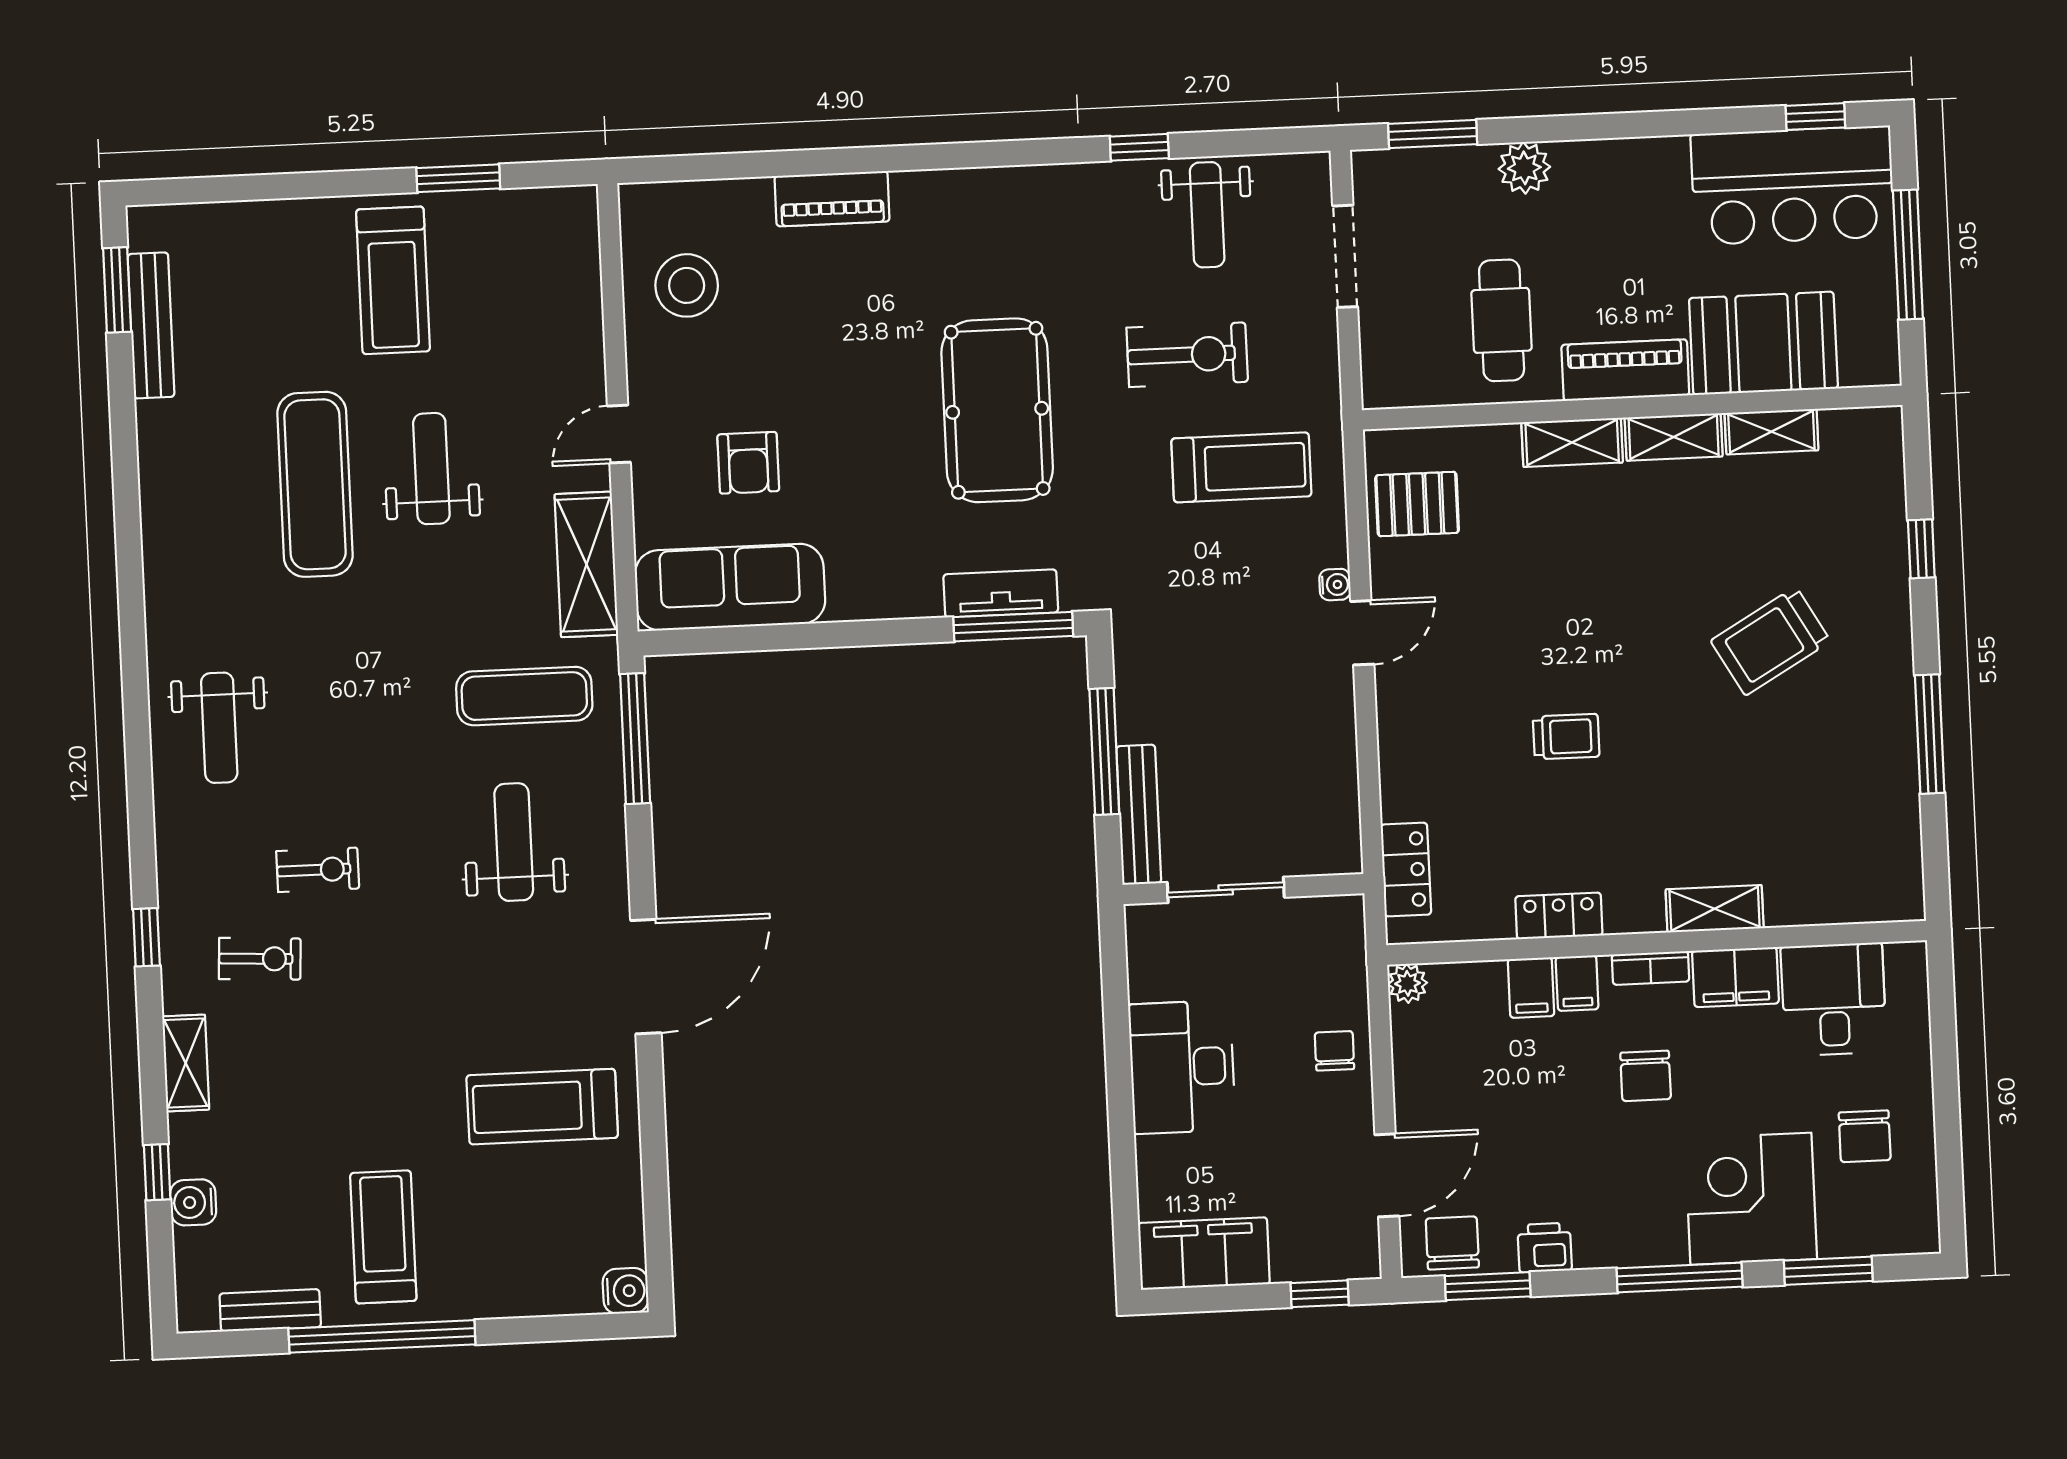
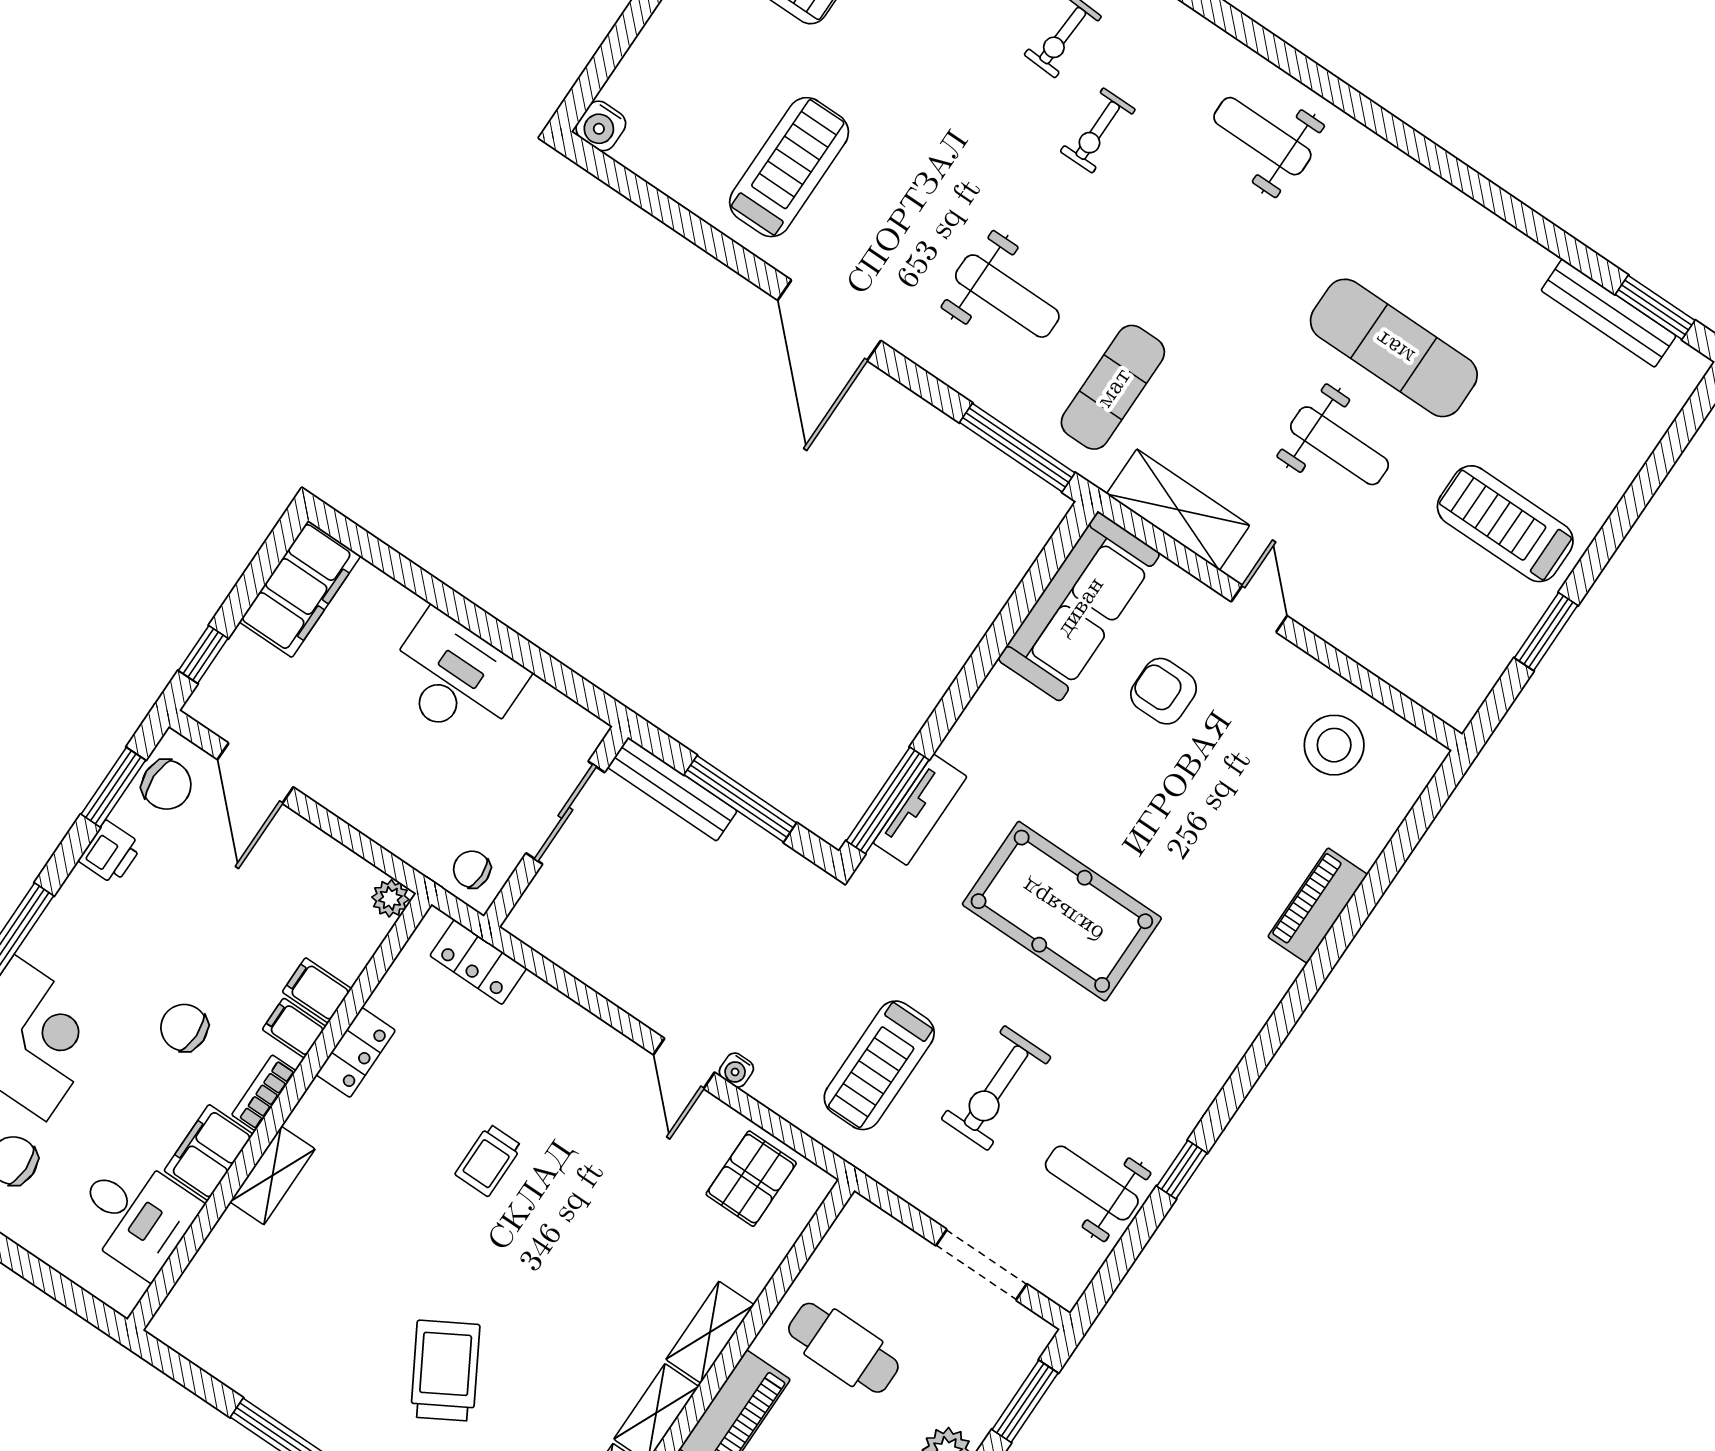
chair: (1334, 1051) -> (472, 869), moved, turned 180

